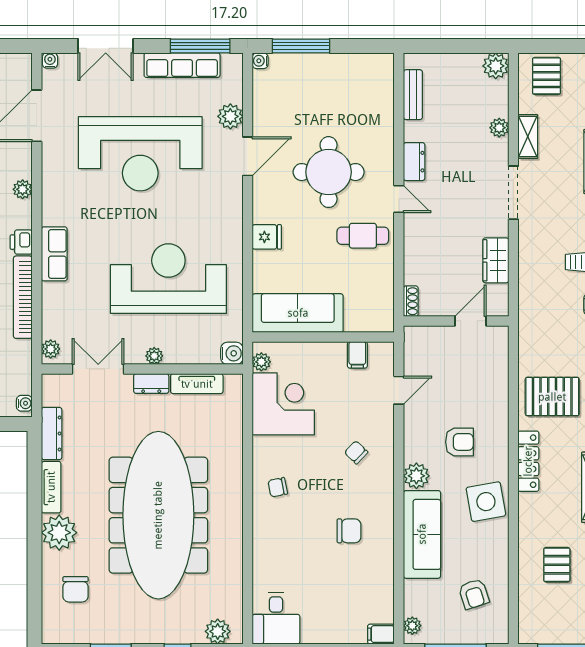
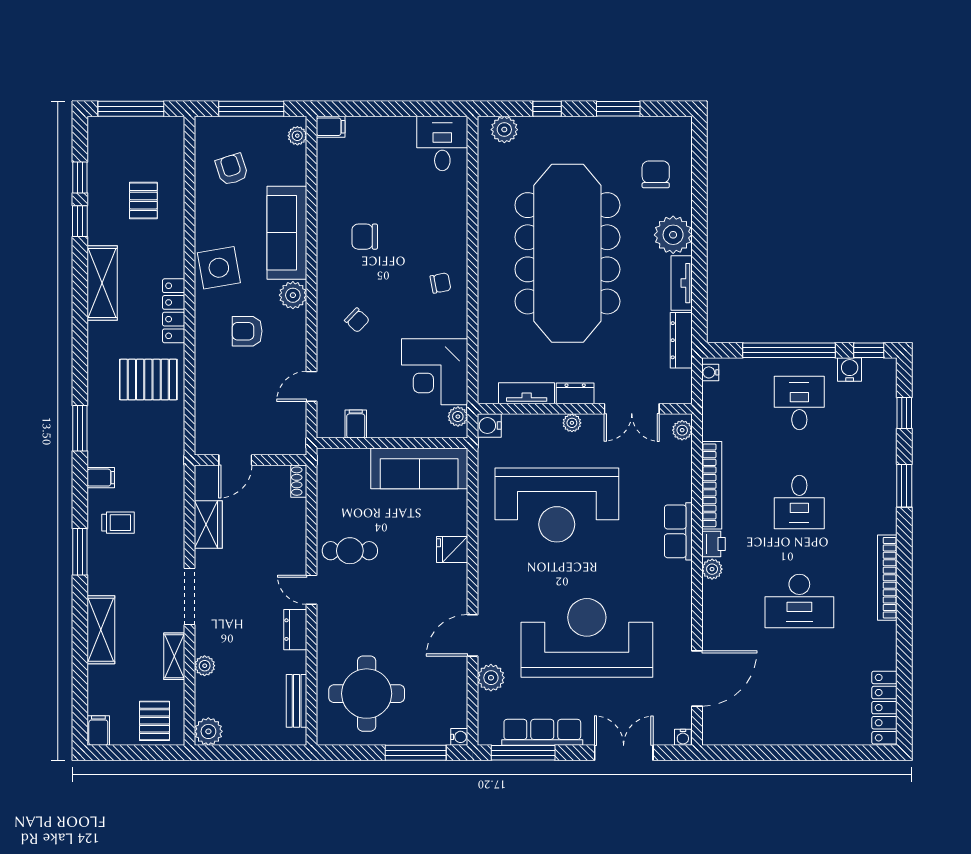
round table: (329, 172) -> (367, 694), moved
plant: (23, 189) -> (712, 569), moved

